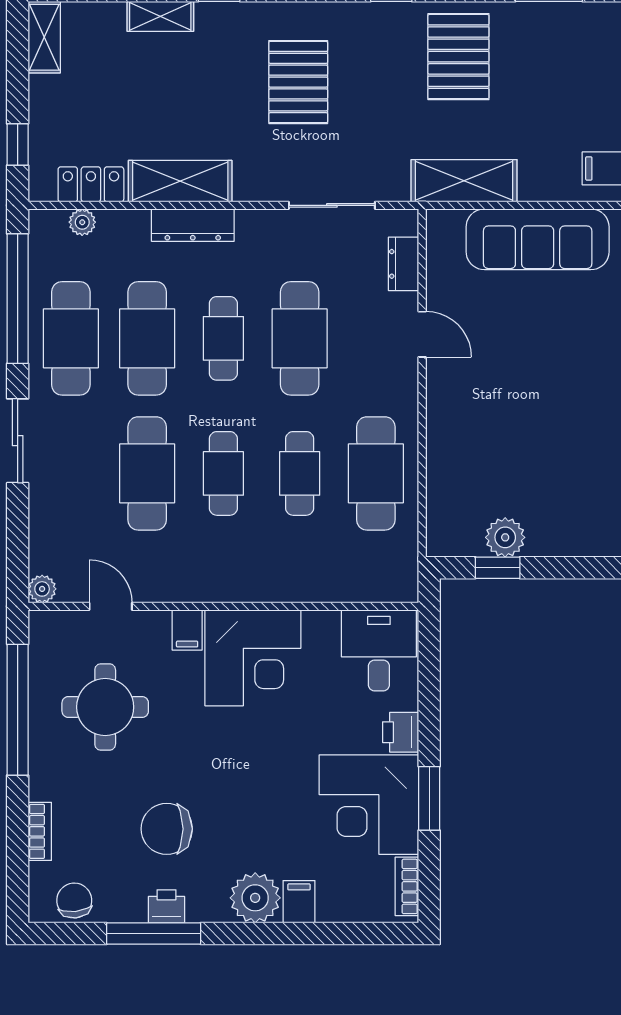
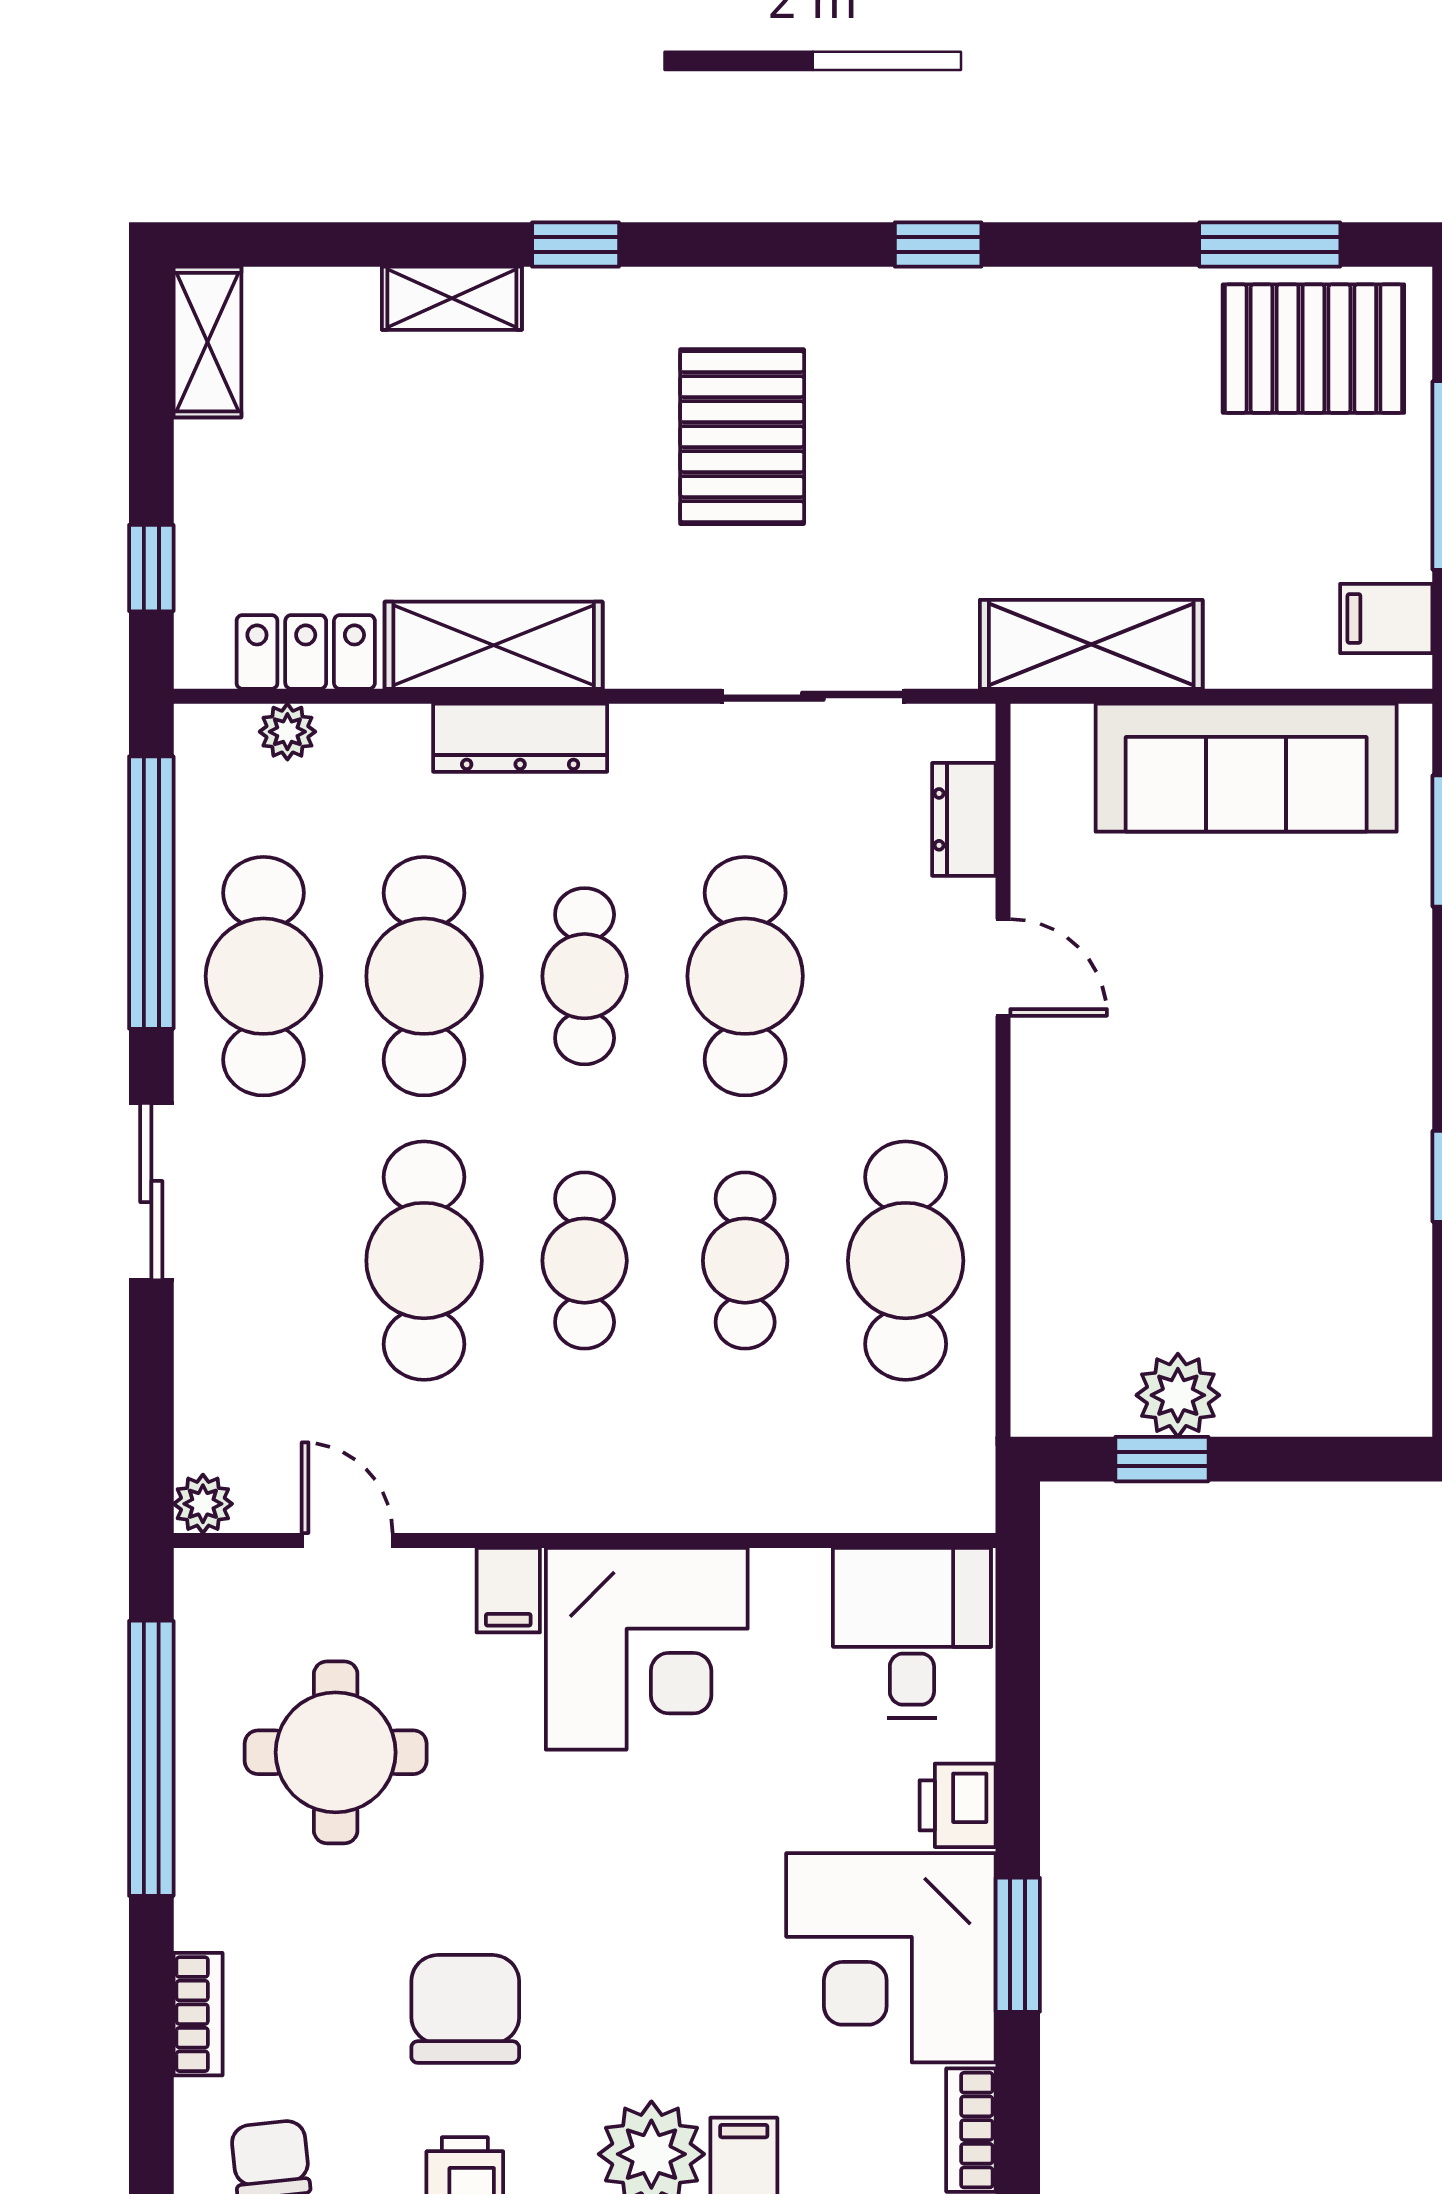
pallet: (458, 57) -> (1313, 349), moved, turned 90
chair: (167, 829) -> (465, 2009), turned 90

